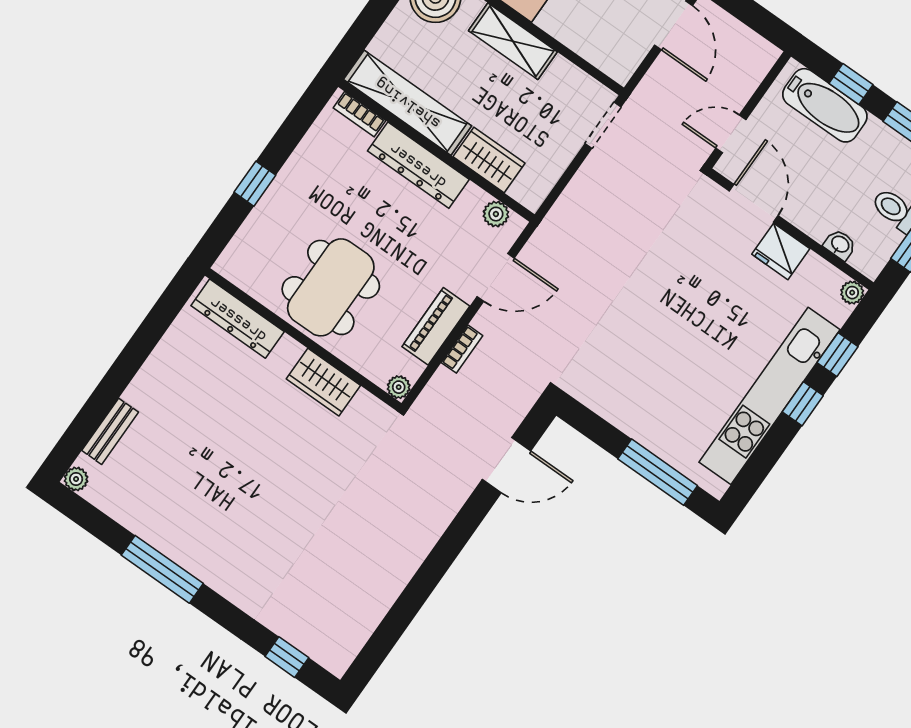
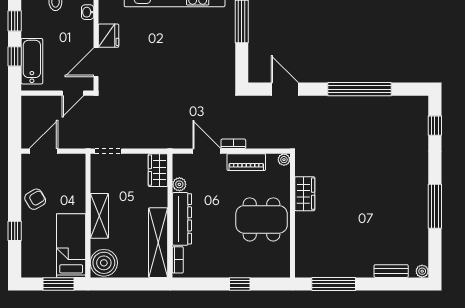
door: (731, 134) -> (73, 93), hinge flipped
wardrobe: (489, 160) -> (158, 170), moved
plant: (496, 214) -> (179, 184), moved
dresser: (238, 319) -> (303, 250), removed
window: (153, 328) -> (334, 284), added
bookcase: (462, 349) -> (233, 144), moved
window: (425, 581) -> (360, 89), added

